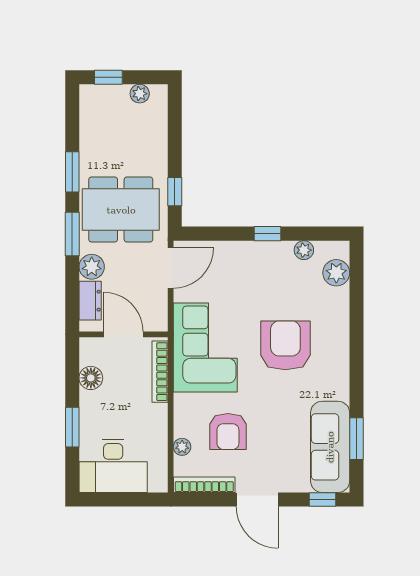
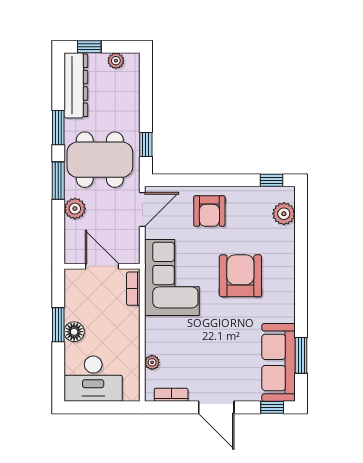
window: (268, 234) -> (272, 180), moved
plant: (304, 250) -> (256, 194), removed
dresser: (90, 301) -> (76, 85), moved, width x1.96, depth x1.24
bookcase: (160, 372) -> (133, 289), width x0.64
floor lamp: (91, 378) -> (74, 332), moved
window: (72, 427) -> (58, 325), moved
armchair: (228, 431) -> (209, 211), moved
bookcase: (204, 485) -> (171, 395), width x0.64

